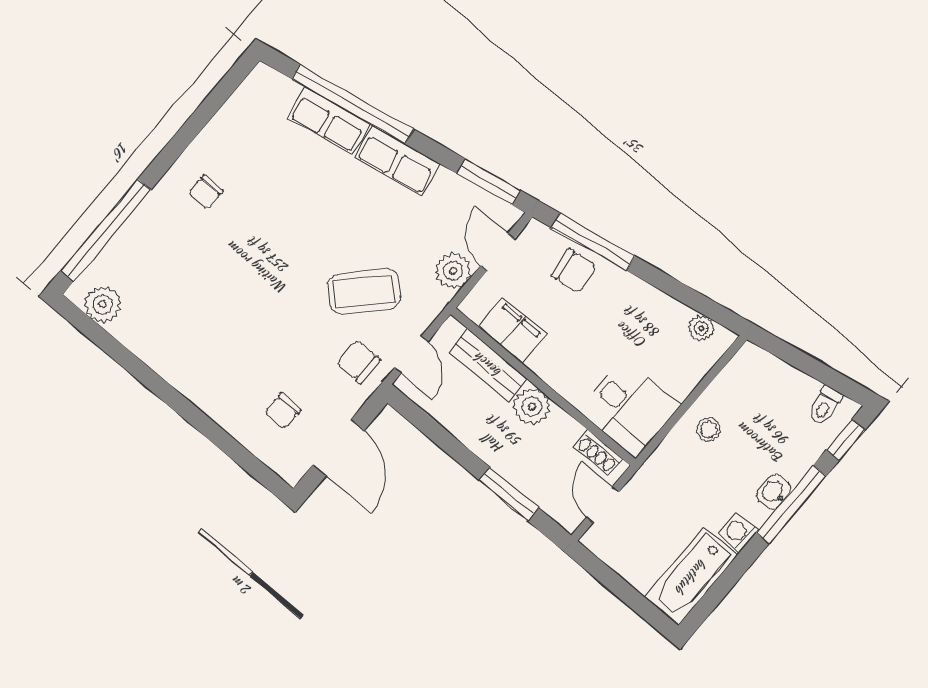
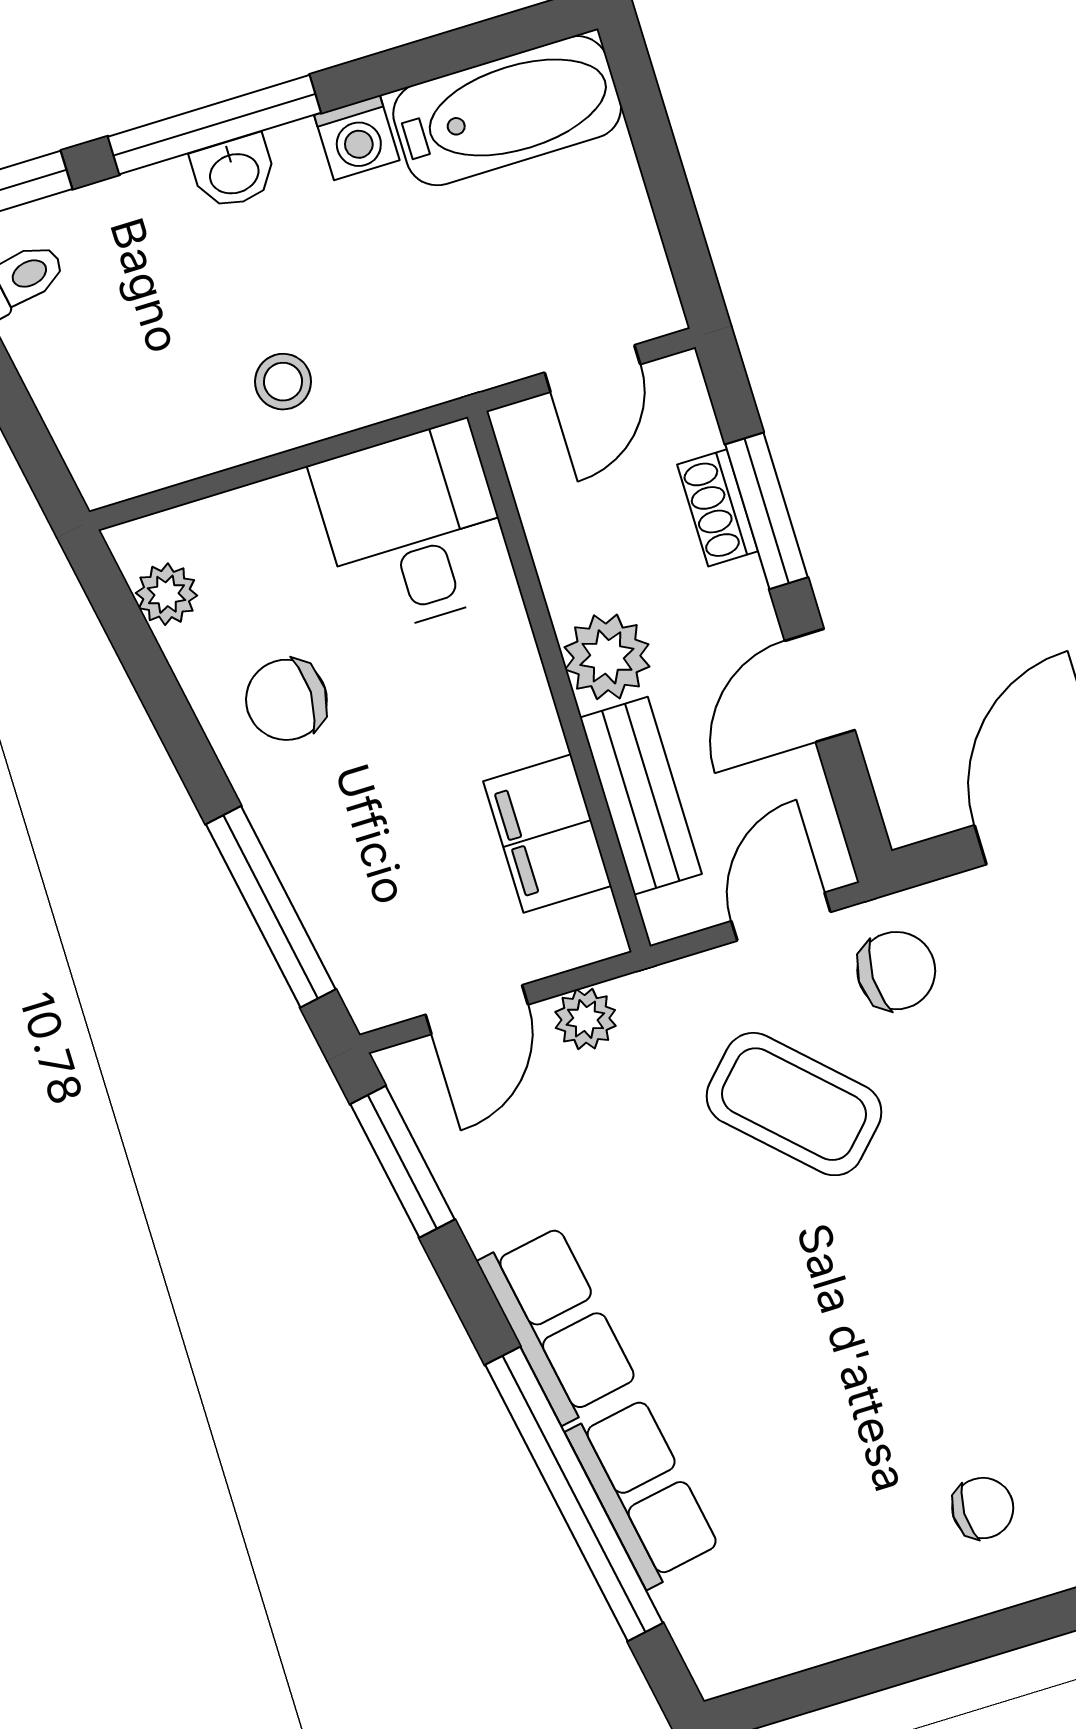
plant: (453, 271) -> (585, 1019), width x0.73, depth x0.73
chair: (574, 271) -> (286, 700), moved, turned -83
chair: (358, 362) -> (896, 971), turned -90
door: (450, 445) -> (820, 685), added
shoe rack: (598, 453) -> (718, 508), moved, turned 180

